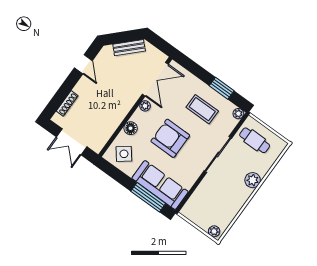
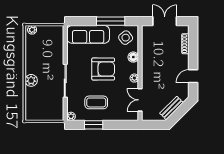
door: (83, 64) -> (193, 76), hinge flipped
double door: (155, 79) -> (140, 100), width x0.73
cafe table: (255, 140) -> (48, 107), removed
window: (148, 197) -> (111, 21), moved

